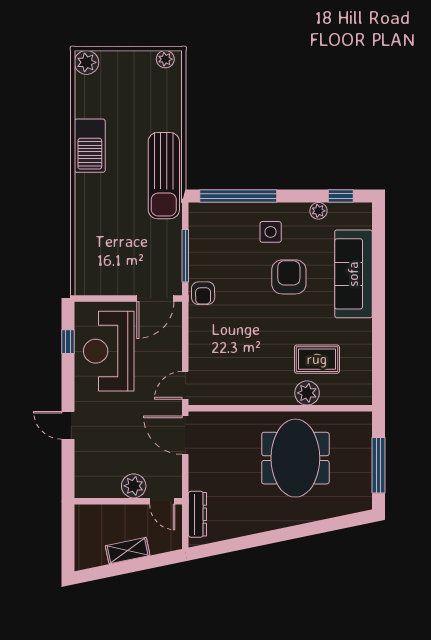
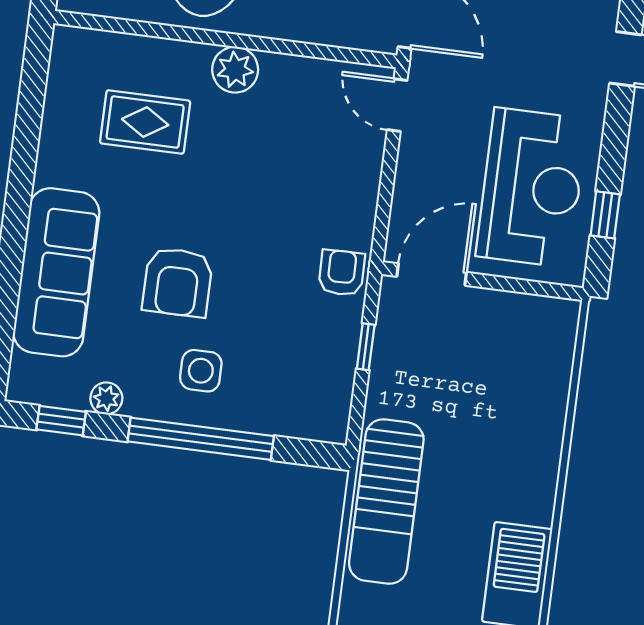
sun lounger: (164, 176) -> (386, 502), turned 180
window: (238, 196) -> (201, 439), moved
window: (185, 256) -> (366, 347), width x0.46
door: (185, 385) -> (397, 105), swing flipped
plant: (307, 393) -> (235, 70), moved

